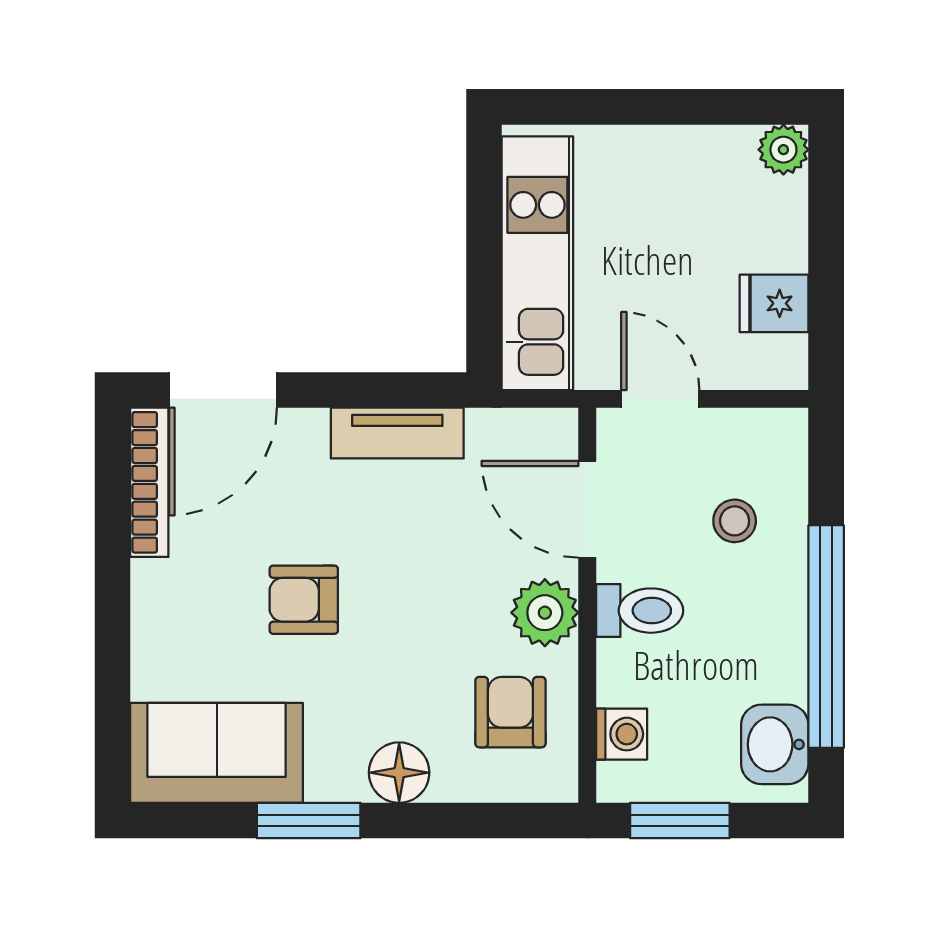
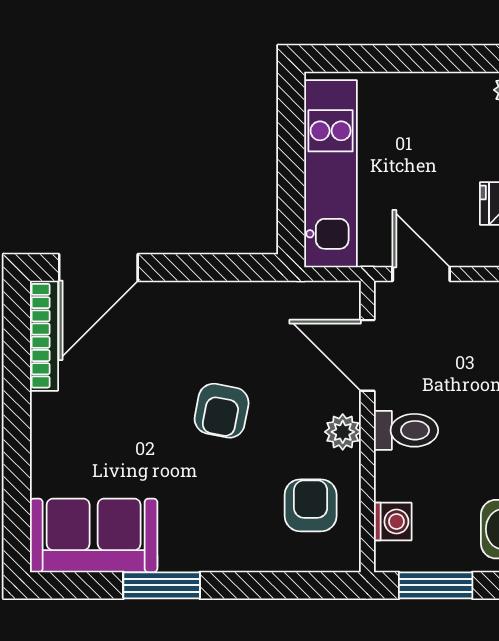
tv unit: (397, 433) -> (227, 299), removed
stool: (735, 521) -> (476, 364), removed
armchair: (304, 600) -> (222, 411), moved, turned -79
plant: (545, 613) -> (343, 432), width x0.73, depth x0.73
floor lamp: (399, 773) -> (228, 550), removed

